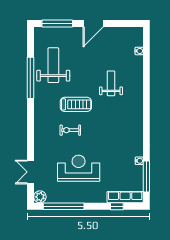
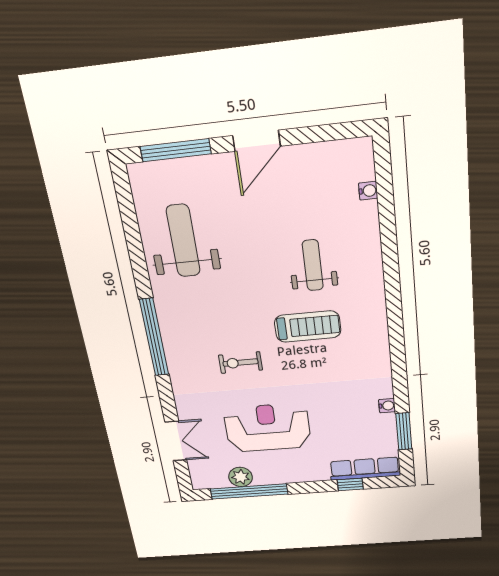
window: (30, 78) -> (154, 337), moved
treadmill: (76, 104) -> (308, 327), moved
double door: (30, 172) -> (176, 441), swing flipped
window: (146, 176) -> (404, 431), width x0.69
plant: (40, 197) -> (241, 477), moved

